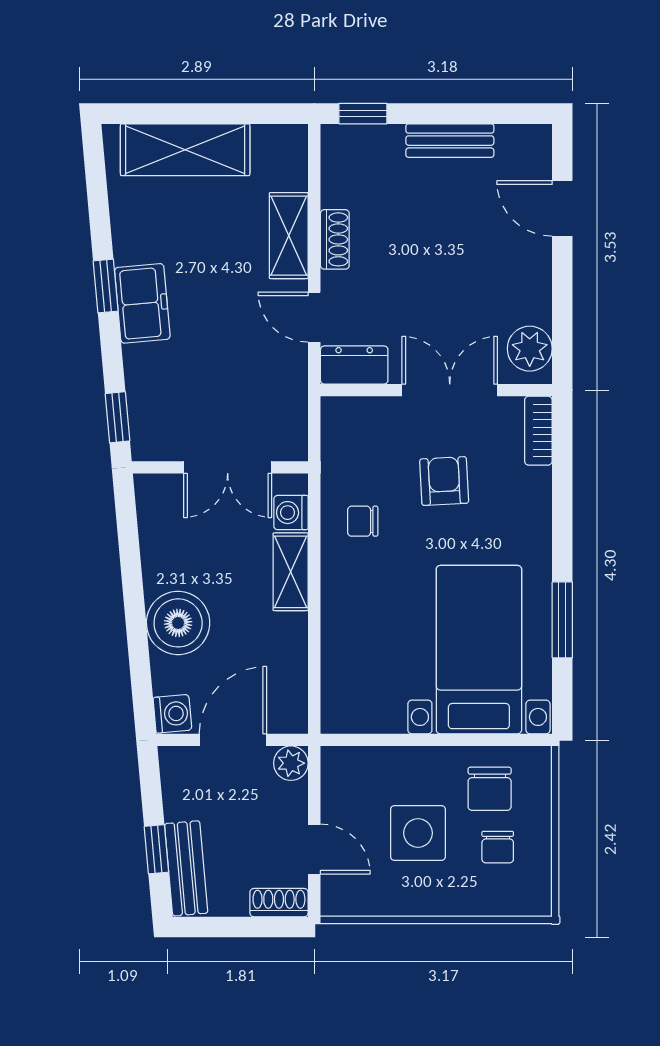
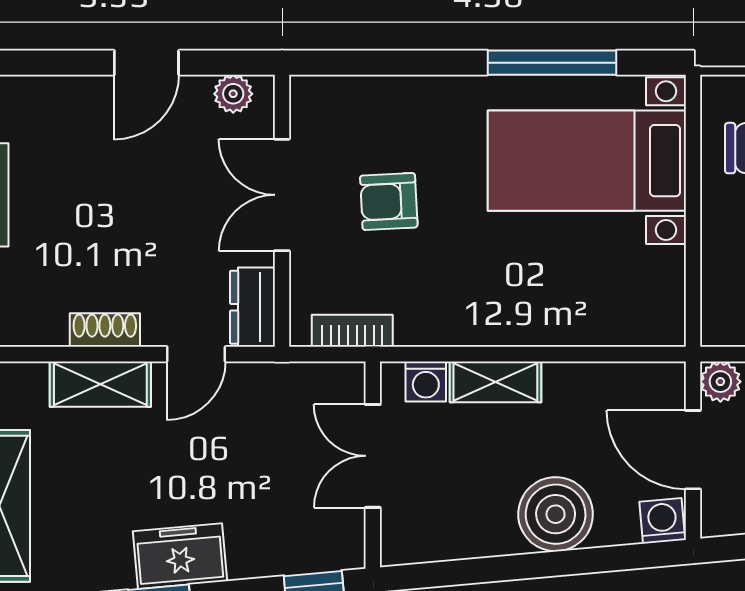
door: (562, 208) -> (146, 63), moved
plant: (530, 349) -> (233, 94), width x0.73, depth x0.73
bookcase: (538, 431) -> (352, 331), moved, turned 180
double door: (228, 467) -> (373, 456), swing flipped
chair: (363, 521) -> (436, 297), removed
window: (562, 620) -> (552, 63), width x1.44

